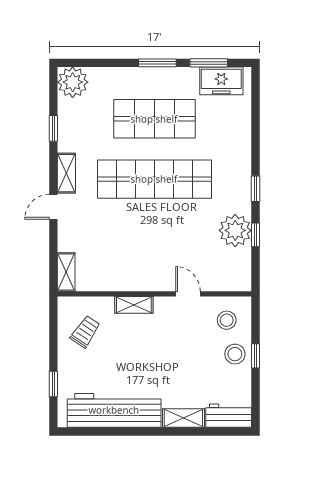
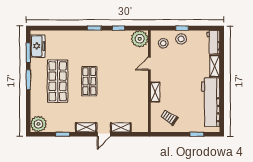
shop shelf: (154, 179) -> (89, 81), width x0.50, depth x0.74
door: (53, 207) -> (104, 134), hinge flipped
plant: (235, 230) -> (140, 39), moved
shelving: (66, 272) -> (121, 127), moved

